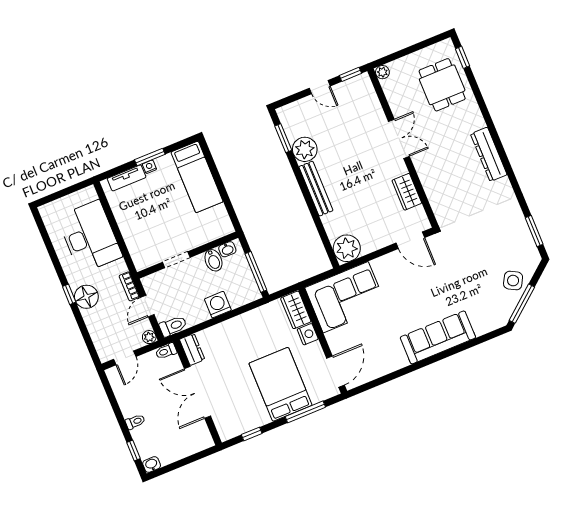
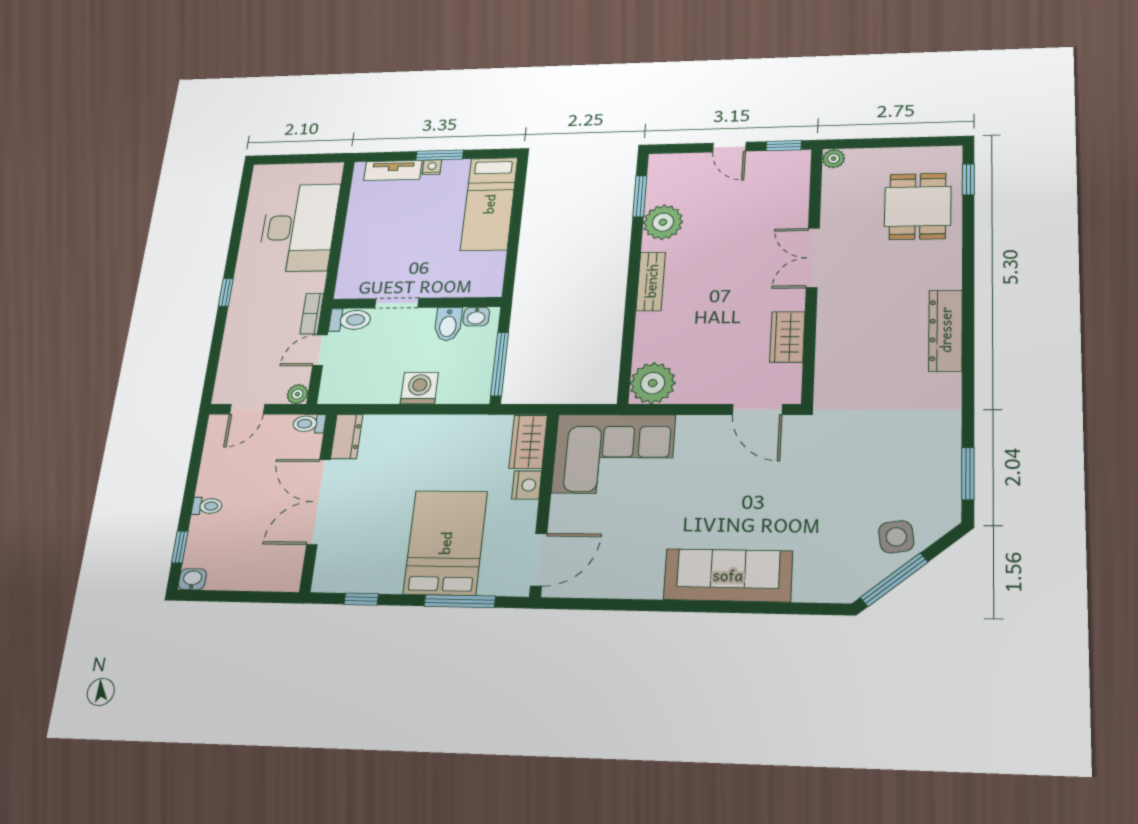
double door: (399, 139) -> (813, 258), swing flipped
bench: (316, 189) -> (651, 281), width x0.73
side table: (513, 281) -> (896, 537), turned -37
floor lamp: (86, 297) -> (247, 305), removed
toilet: (173, 326) -> (350, 320), moved

